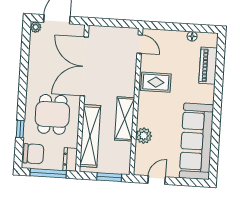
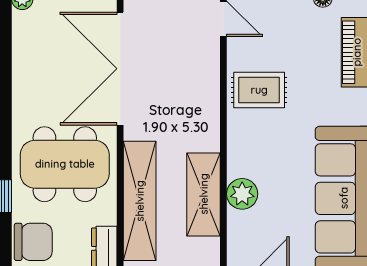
dining table: (52, 114) -> (65, 164), width x1.38
shelving: (125, 119) -> (204, 194), moved

